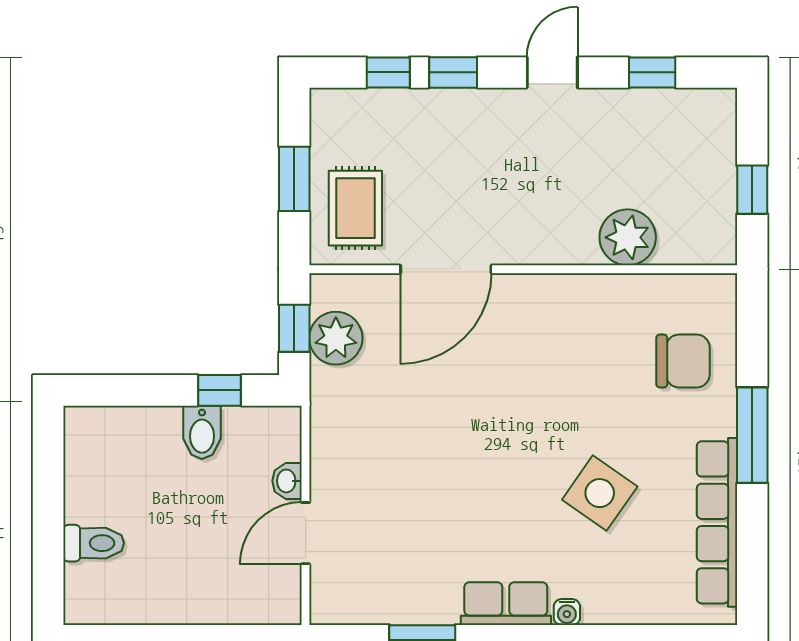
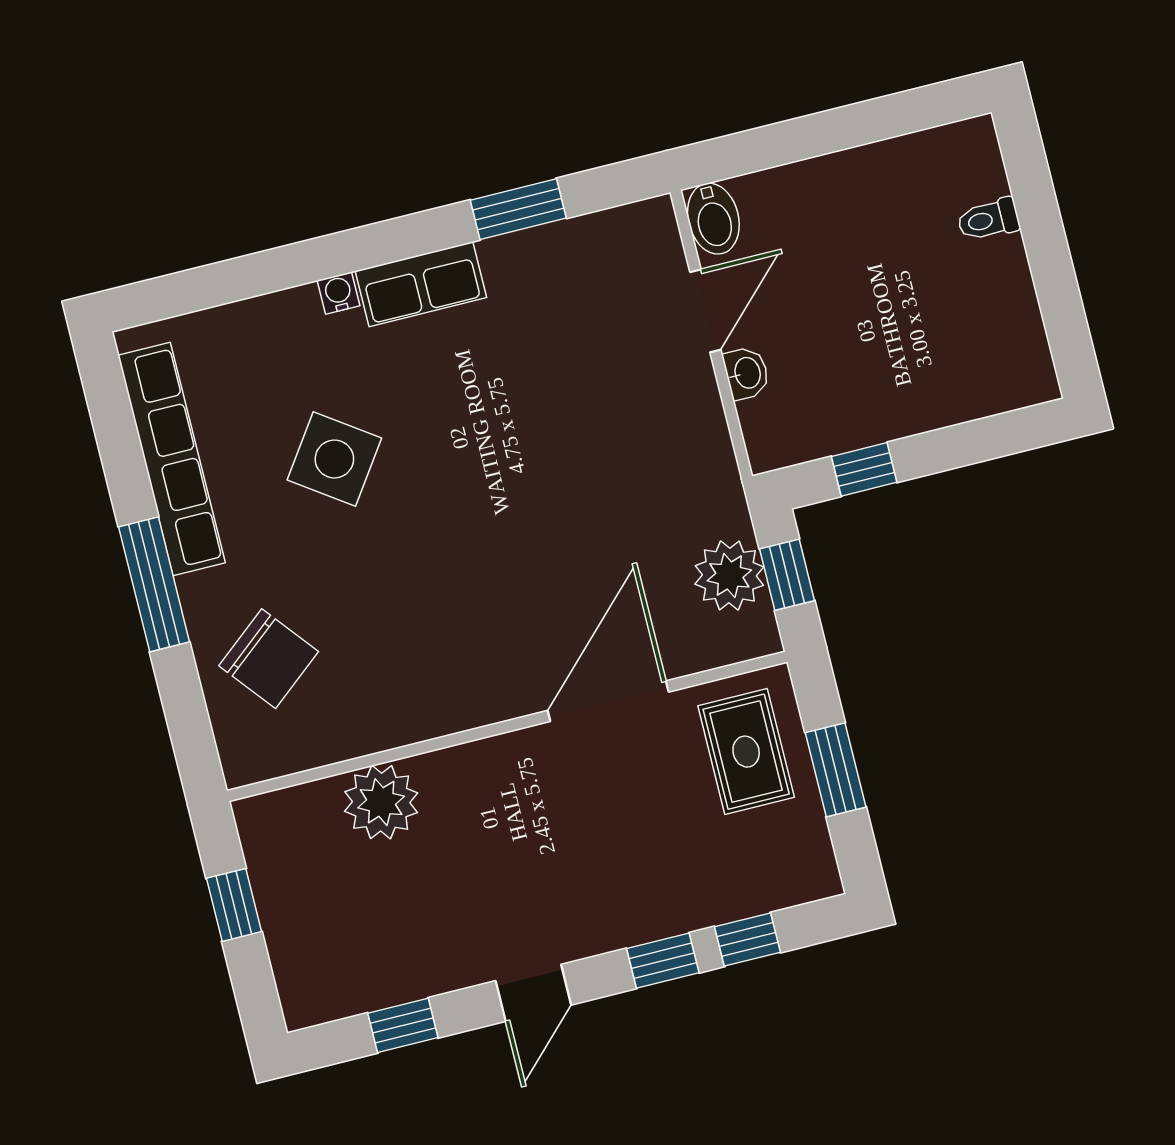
chair: (683, 361) -> (269, 659), turned -129
bidet: (202, 432) -> (713, 219), moved, turned 180
toilet: (94, 543) -> (988, 220), width x0.73, depth x0.72

